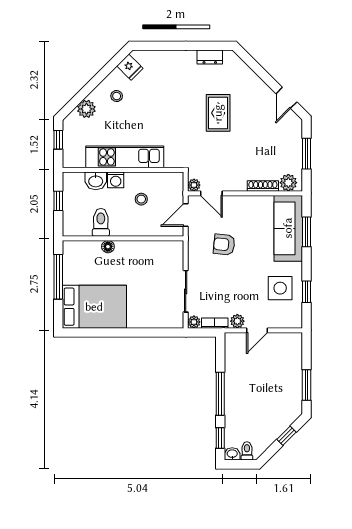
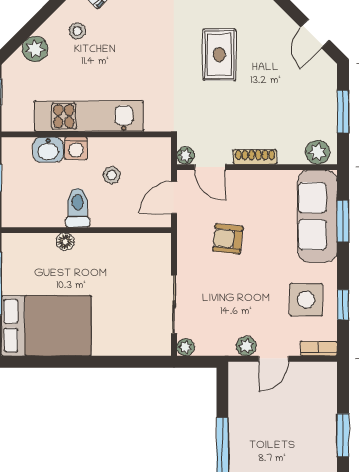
shoe rack: (263, 186) -> (255, 157), moved
toilet: (101, 222) -> (78, 208), moved
bookcase: (215, 323) -> (319, 349), moved

